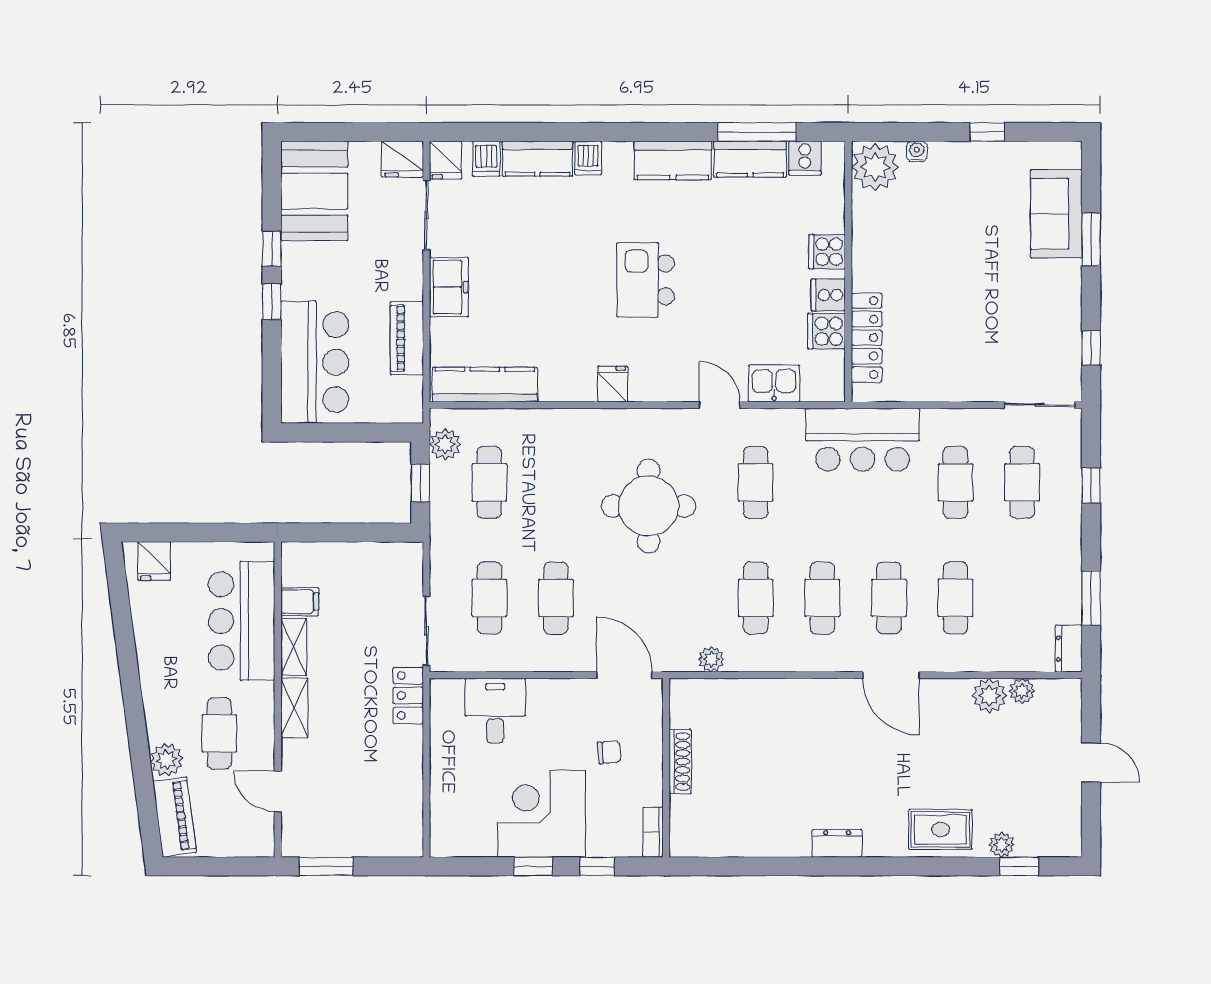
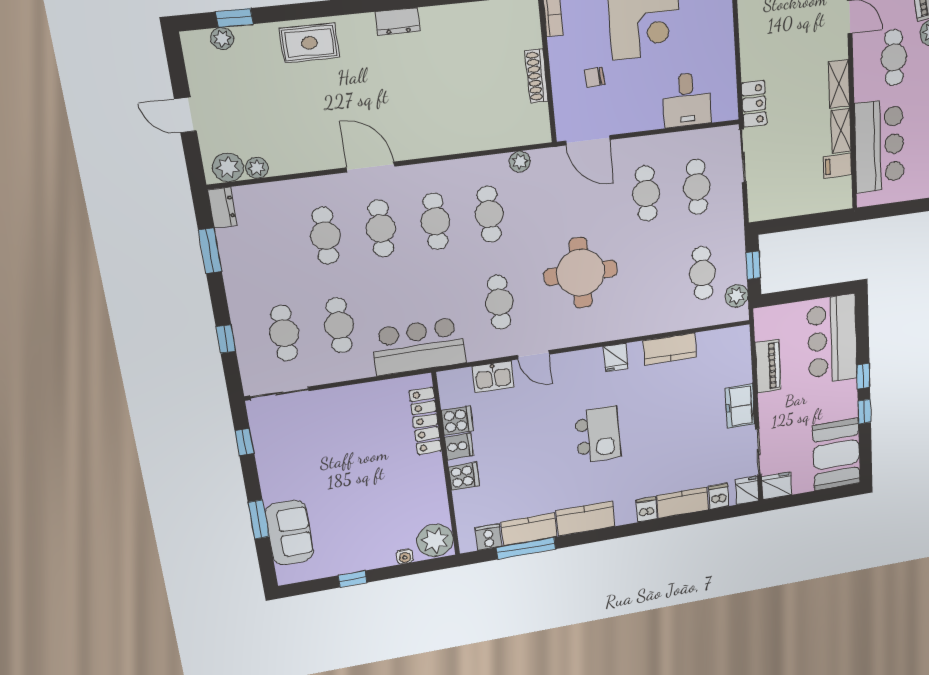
kitchen counter: (485, 385) -> (670, 349), moved, width x0.67
plant: (989, 696) -> (228, 167), moved
plant: (1002, 845) -> (222, 39), moved

